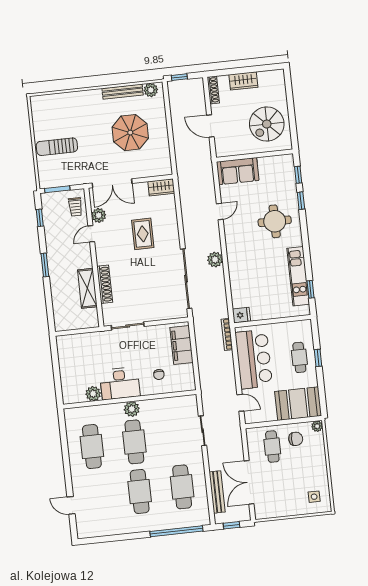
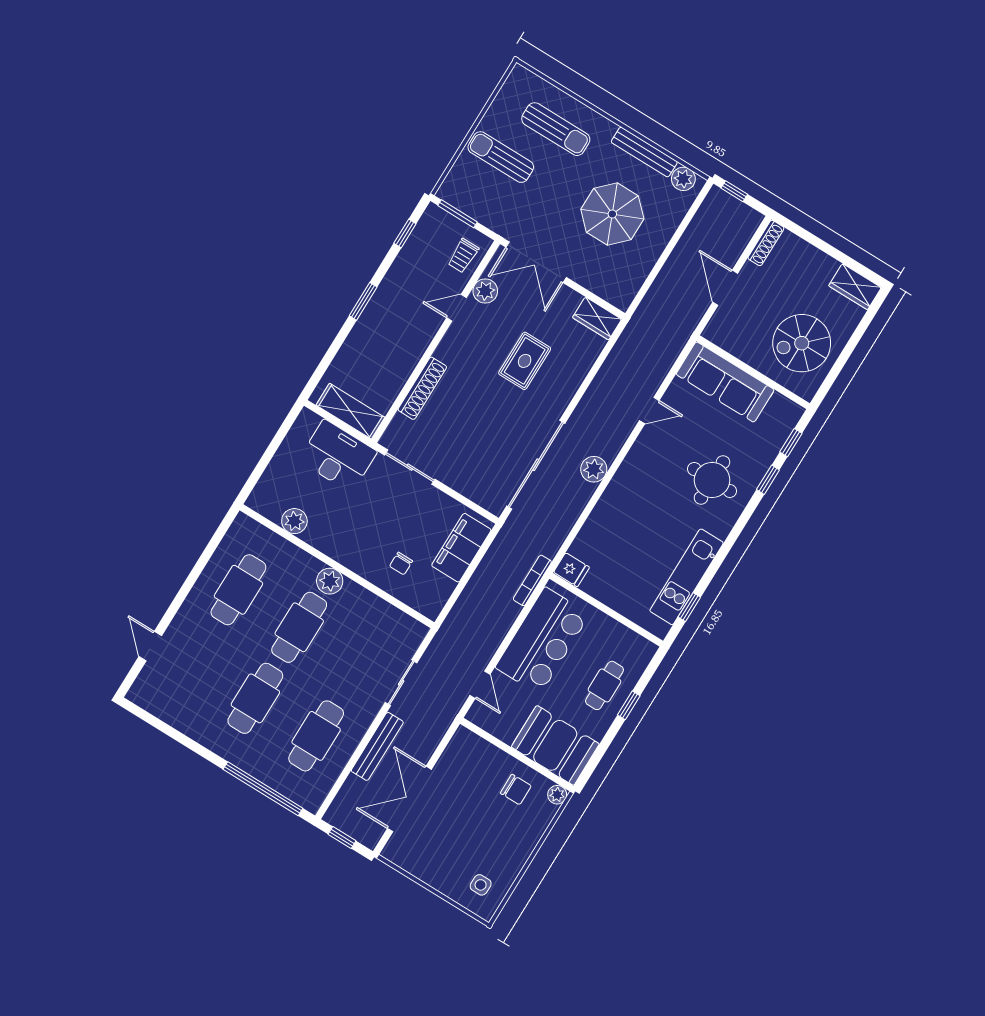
wardrobe: (243, 81) -> (855, 287), moved
sun lounger: (73, 113) -> (556, 129), added
sofa: (238, 171) -> (725, 382), width x1.36
shelving: (87, 288) -> (350, 411), moved, turned 90
desk: (120, 383) -> (338, 456), moved, turned 180
cafe table: (272, 447) -> (477, 776), removed
bench: (217, 492) -> (377, 746), moved

